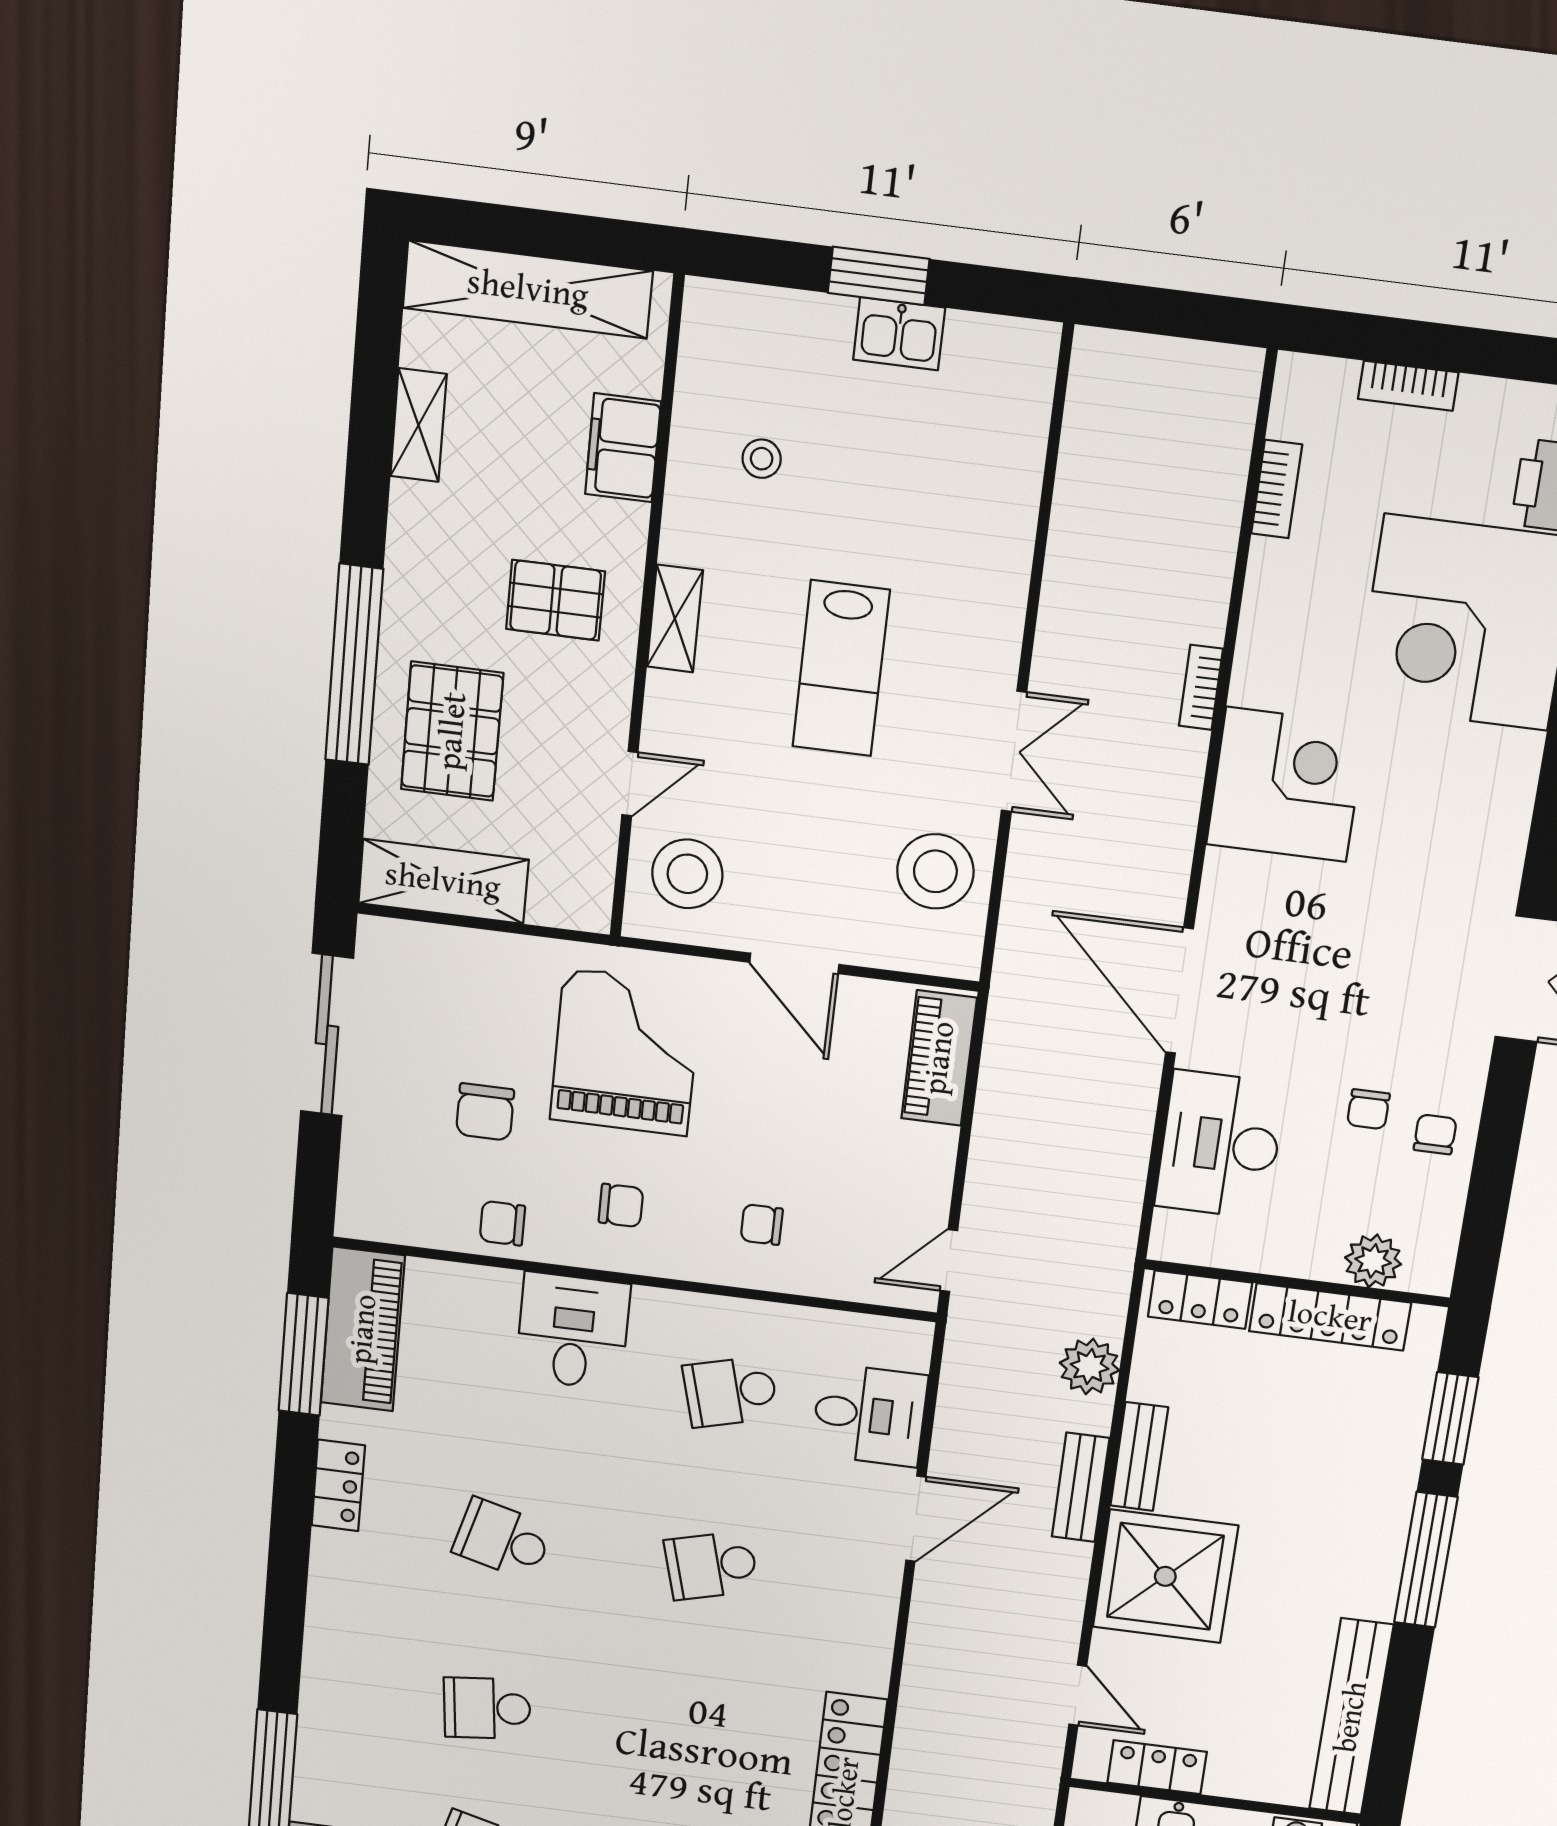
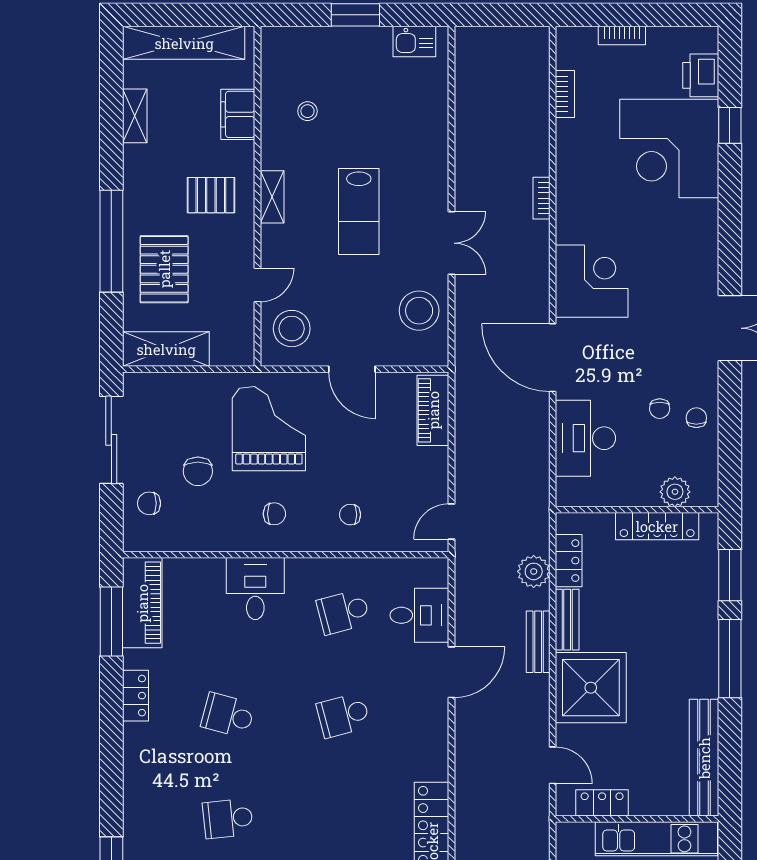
kitchen sink: (899, 334) -> (414, 41), moved
corner desk: (1286, 785) -> (592, 281), moved
chair: (502, 1223) -> (149, 503), moved
locker: (1200, 1300) -> (569, 561), moved, turned -90

